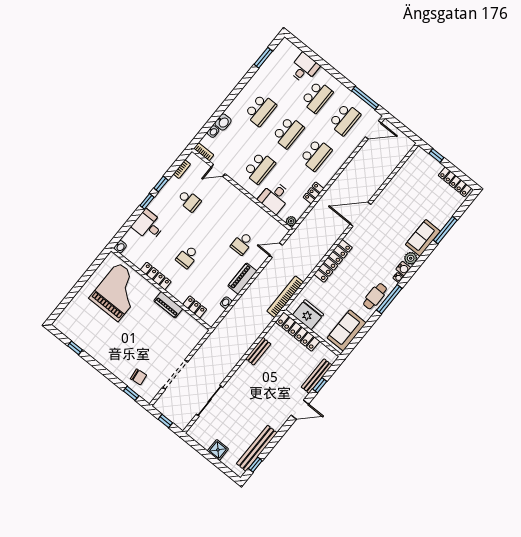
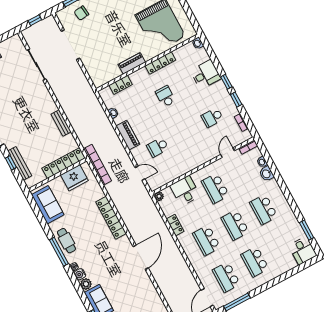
desk: (304, 68) -> (303, 251), moved
school desk: (242, 243) -> (158, 147), turned -90
door: (276, 250) -> (140, 173), hinge flipped

